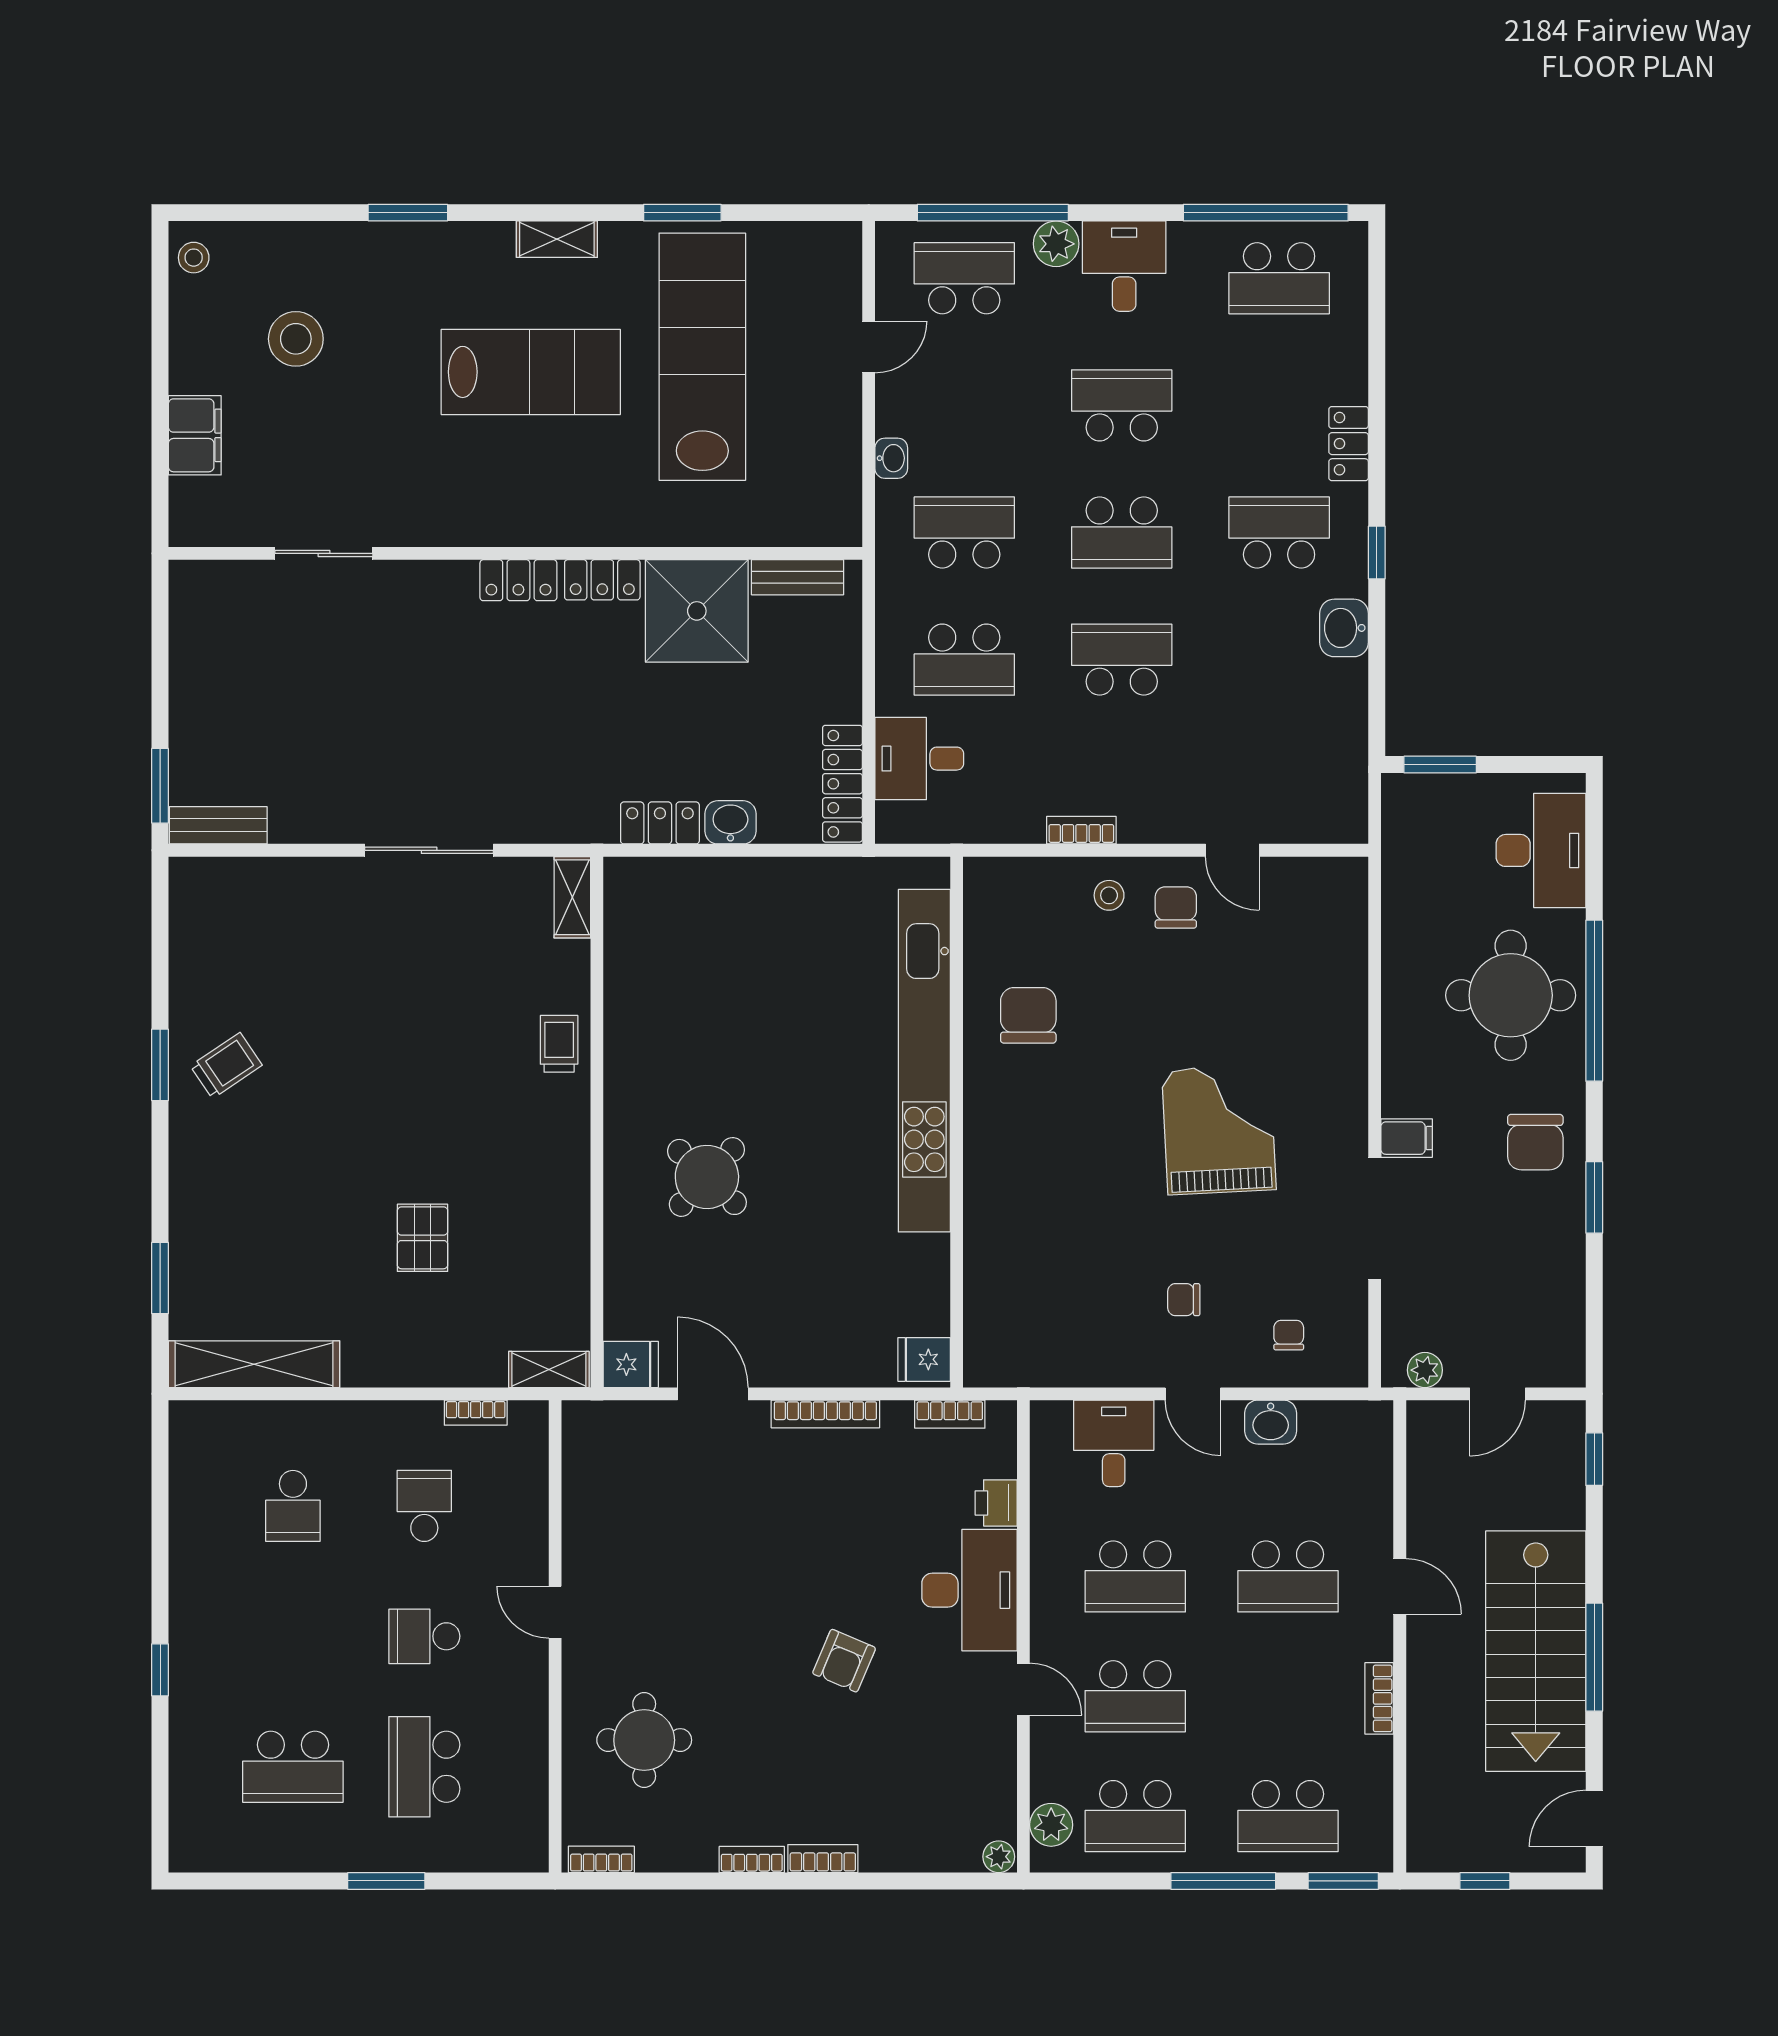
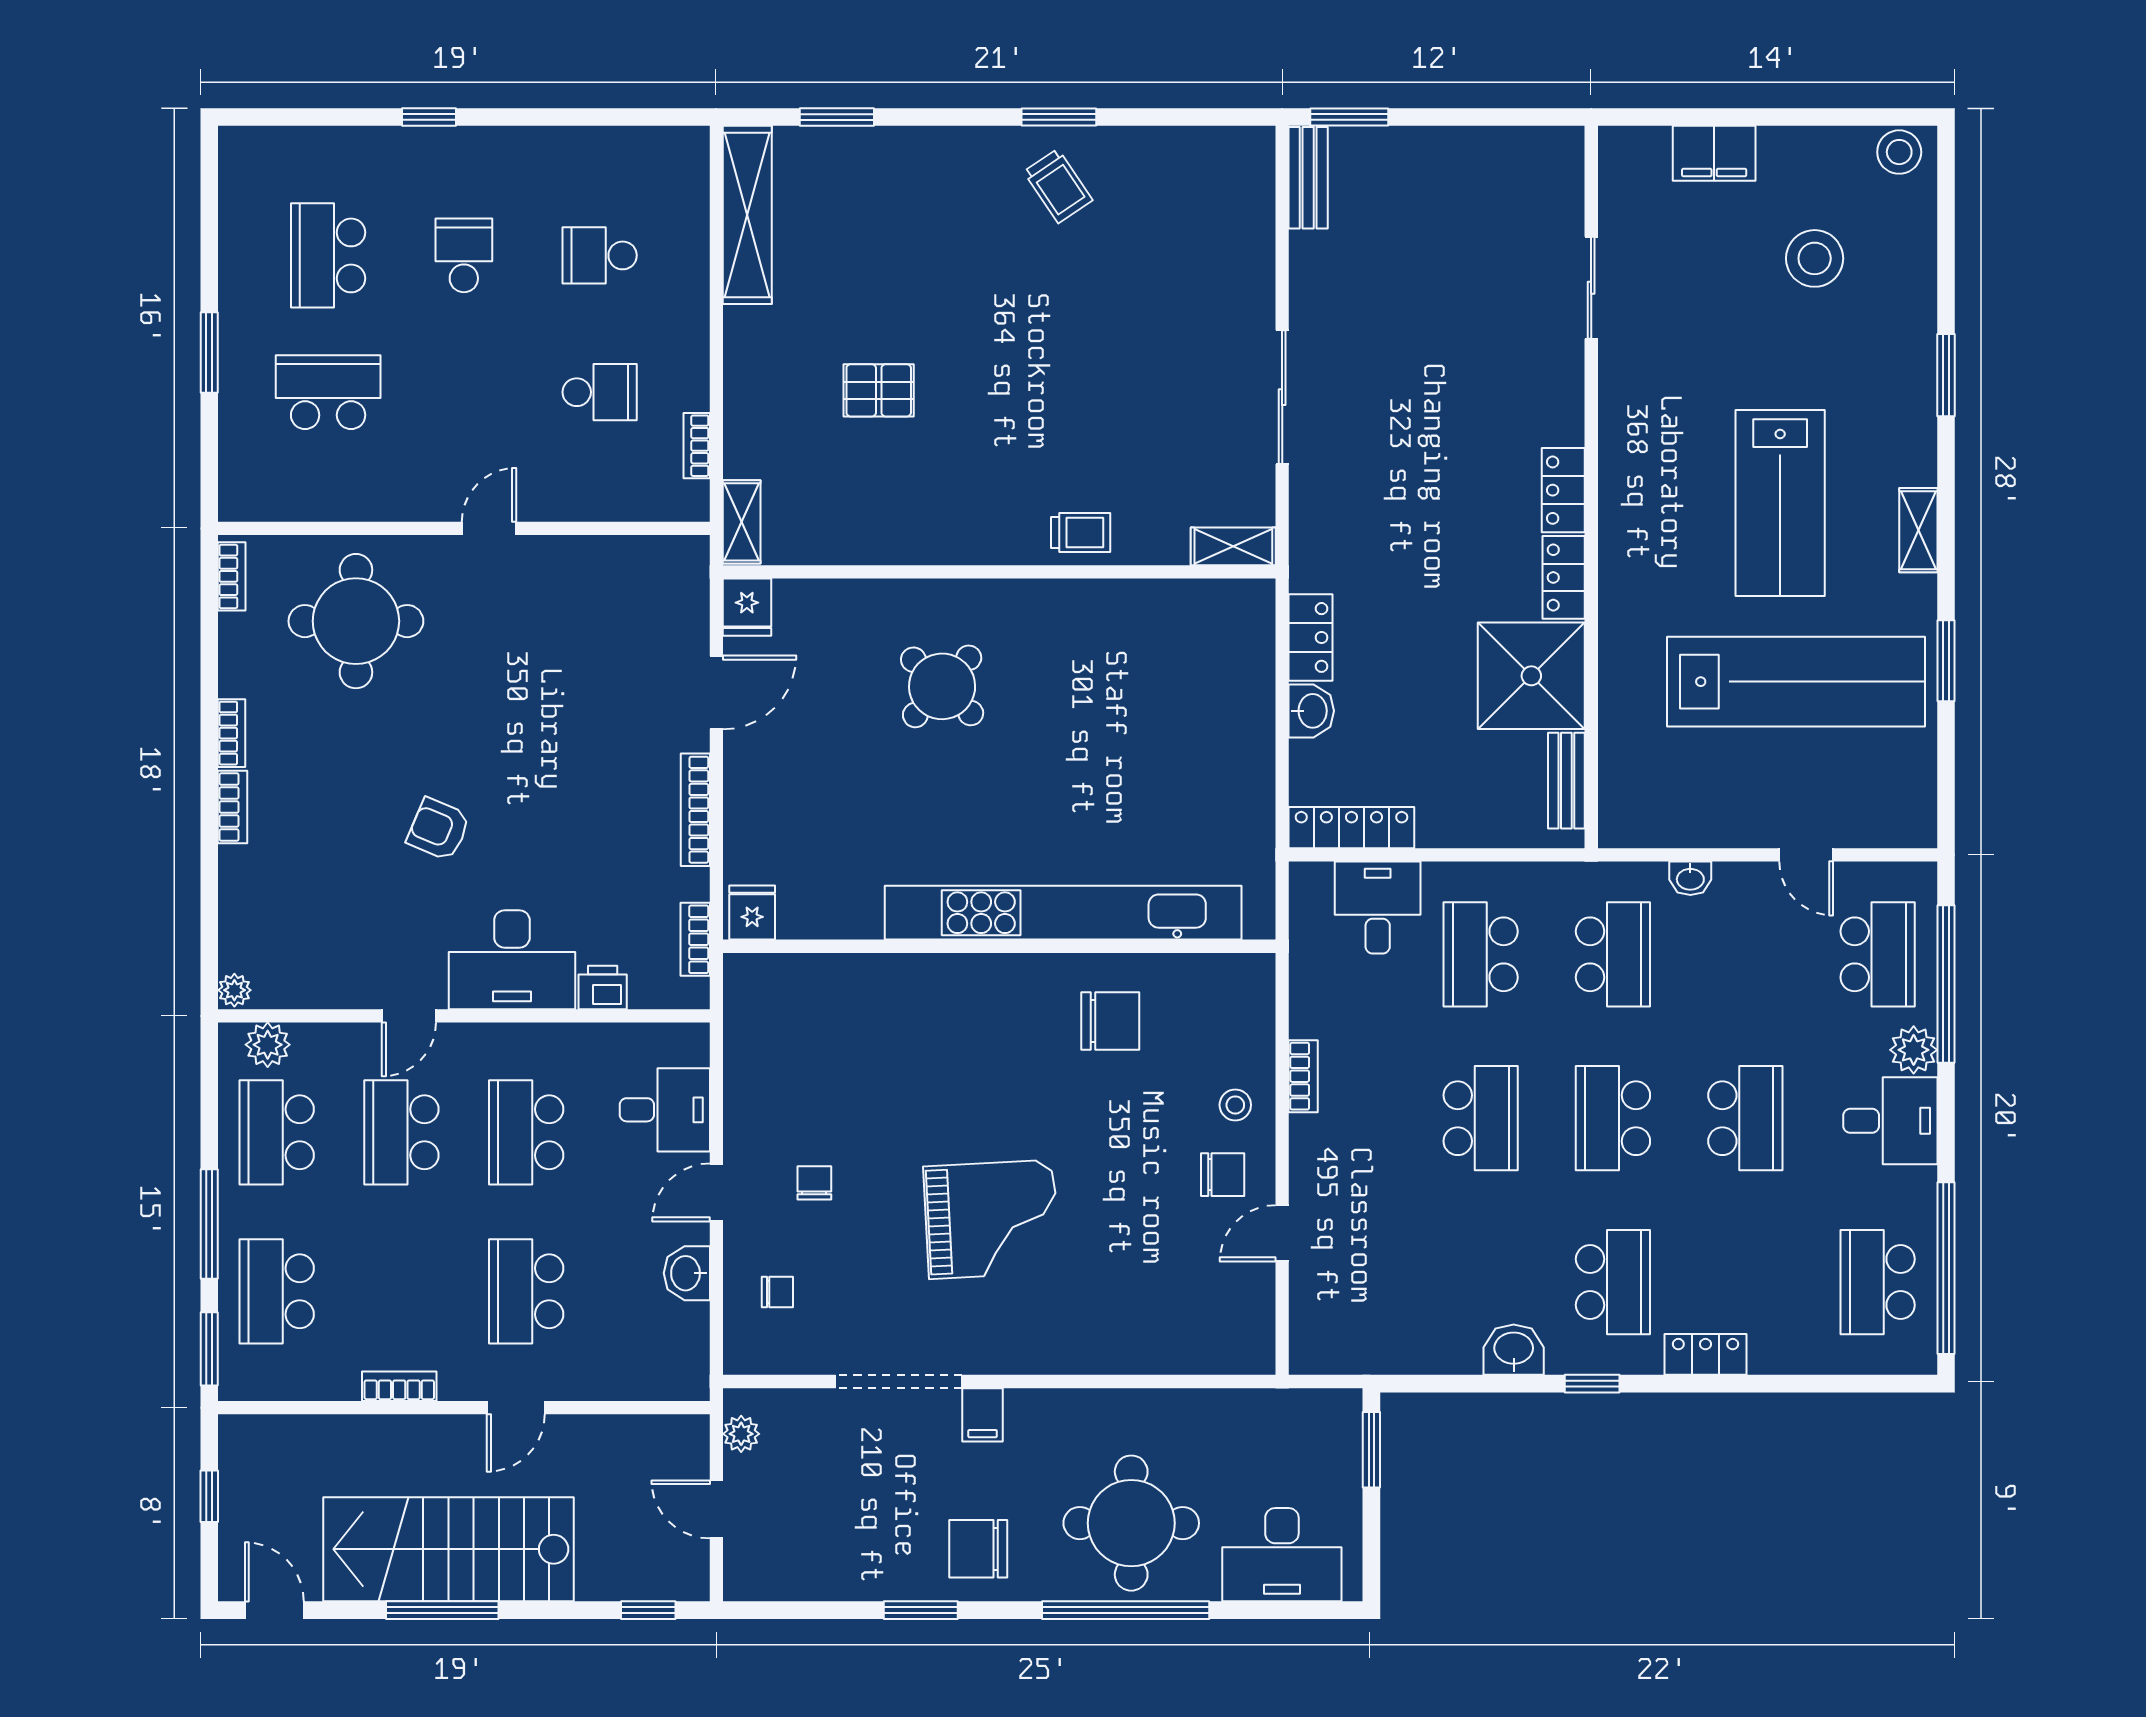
stool: (194, 258) -> (1899, 152), width x1.37, depth x1.37
school desk: (424, 1636) -> (464, 255), moved
round table: (644, 1740) -> (356, 621), width x1.36, depth x1.36

